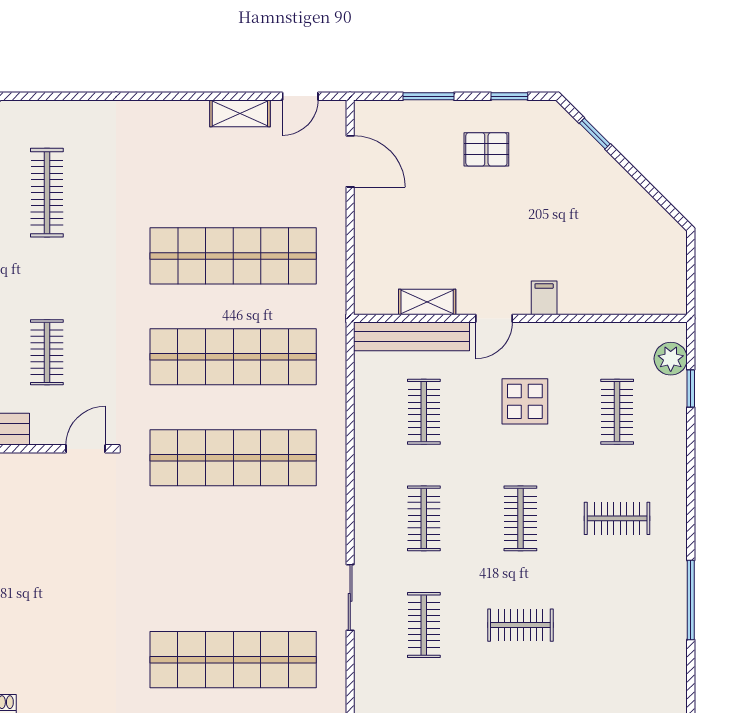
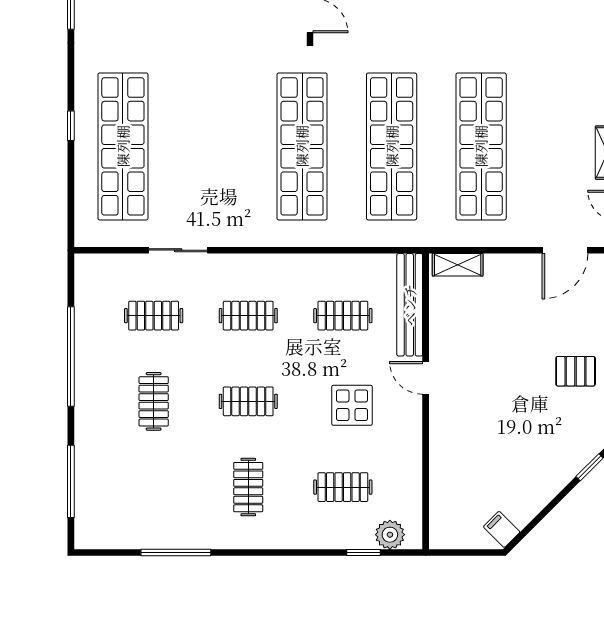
pallet: (486, 149) -> (576, 371), turned 90
filing cabinet: (544, 298) -> (502, 529), moved, turned -135
shelving: (427, 302) -> (458, 265), moved, turned 90

